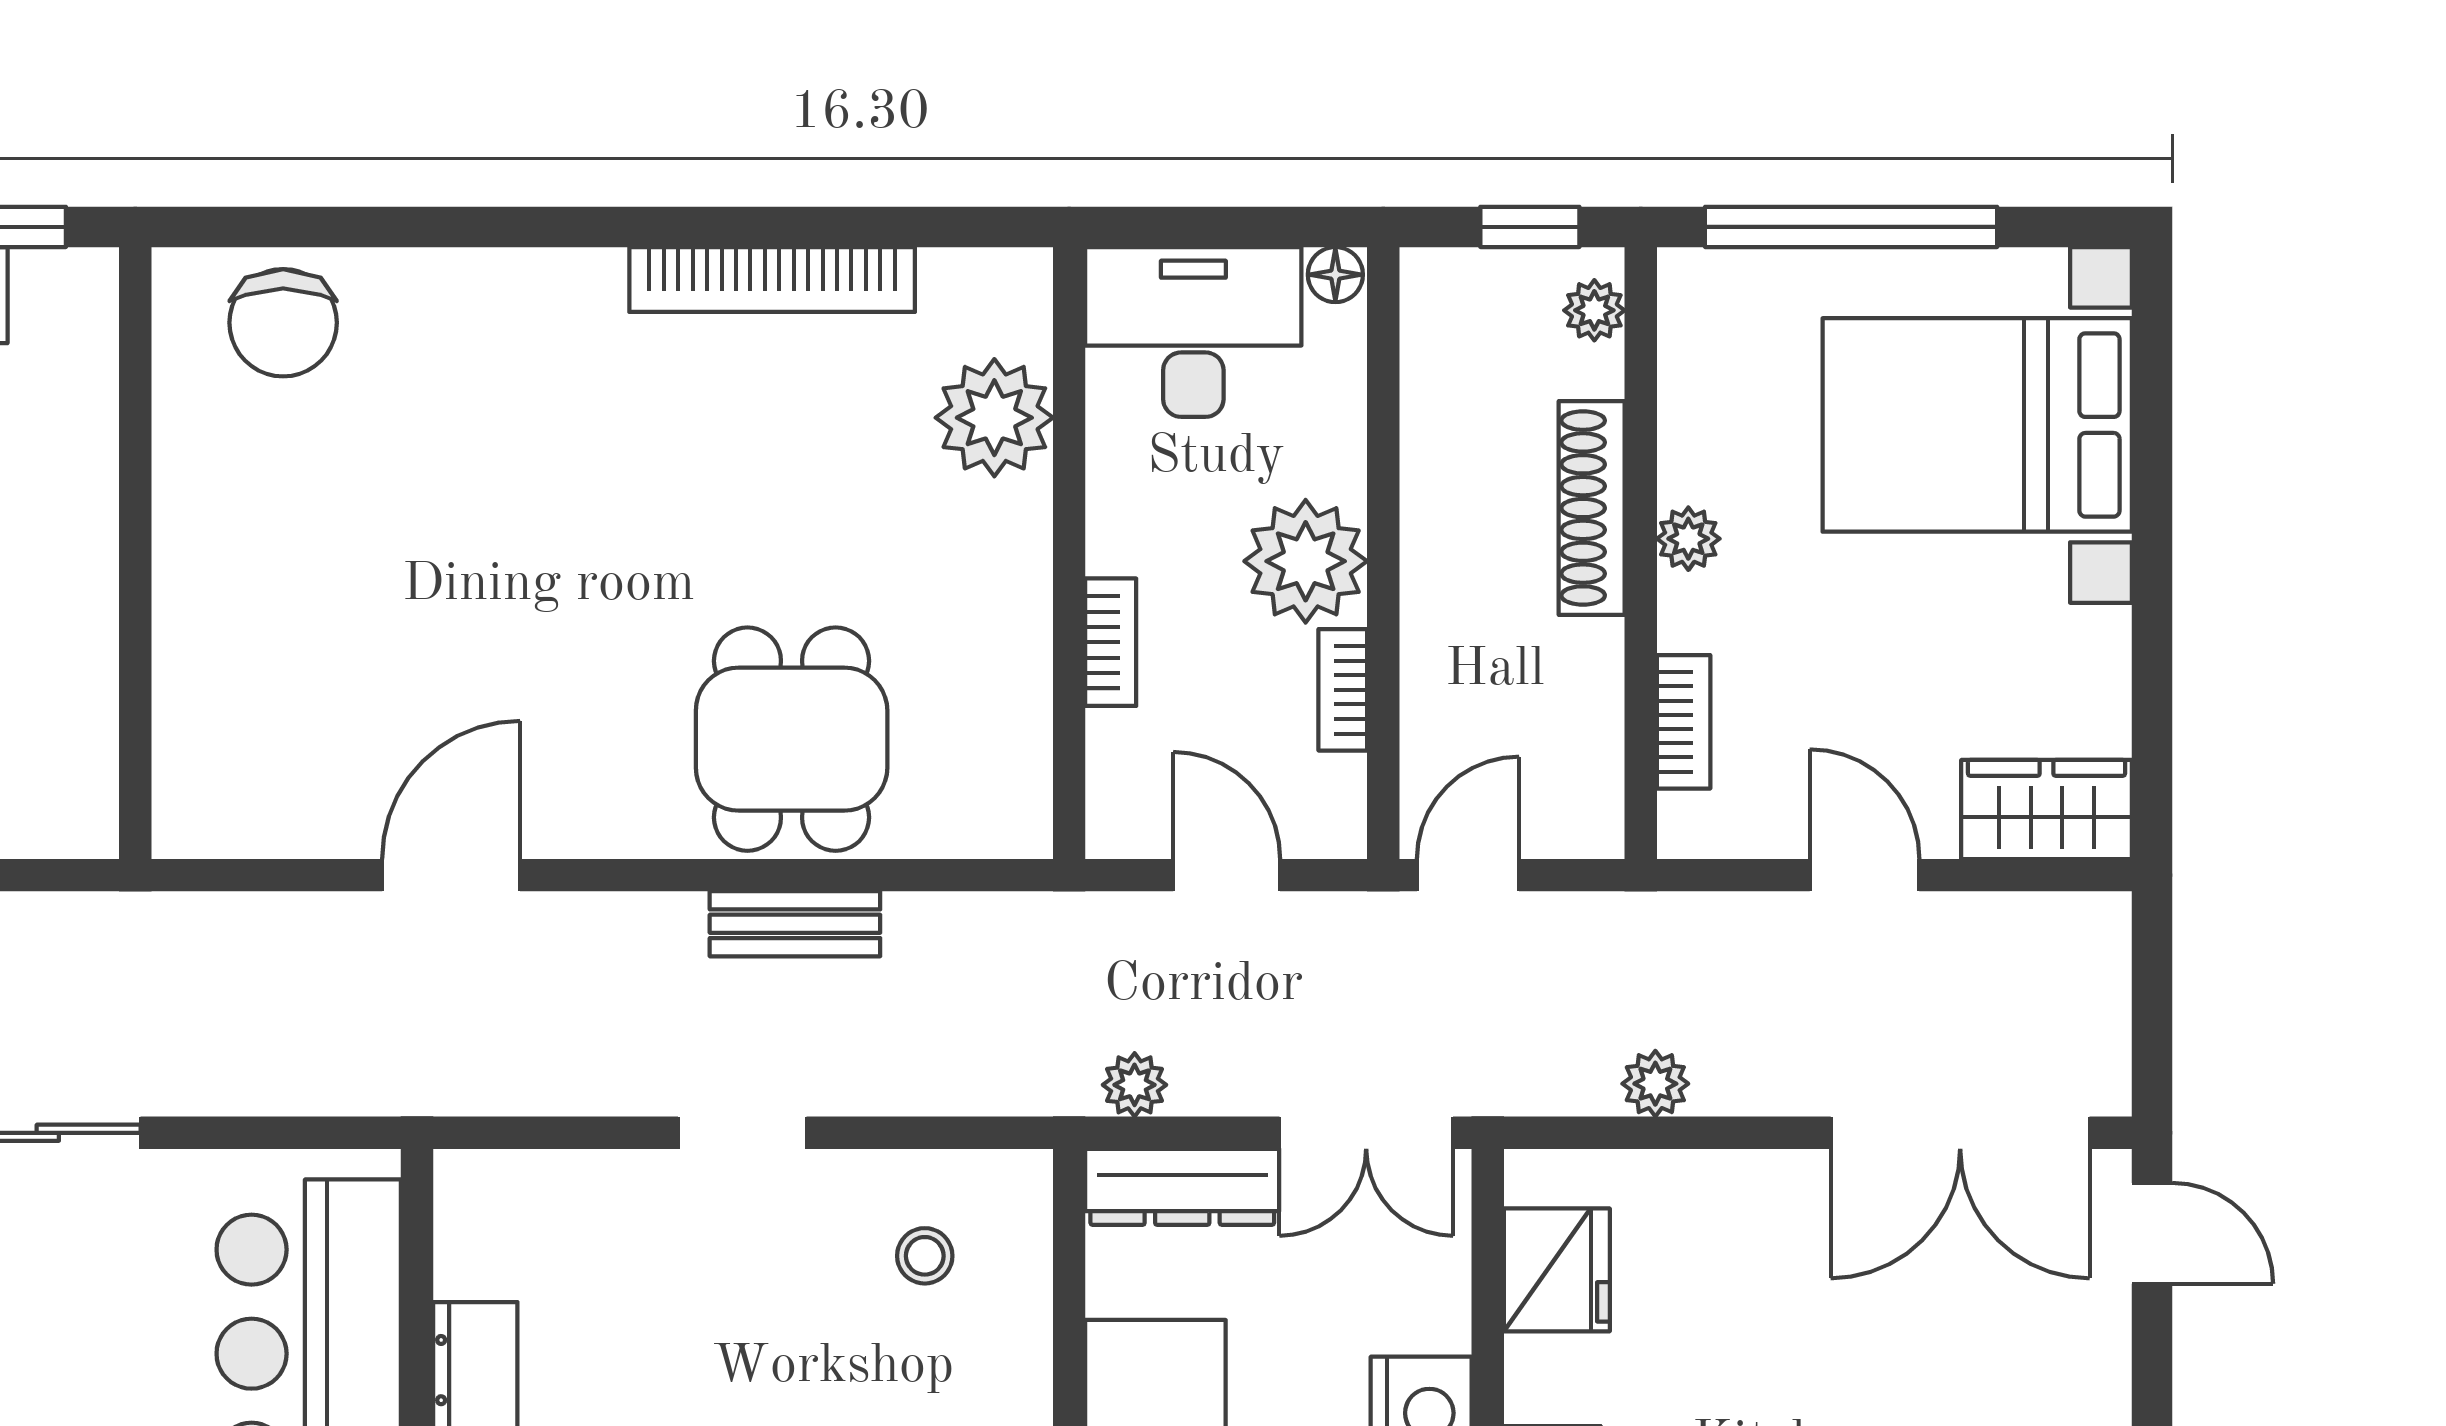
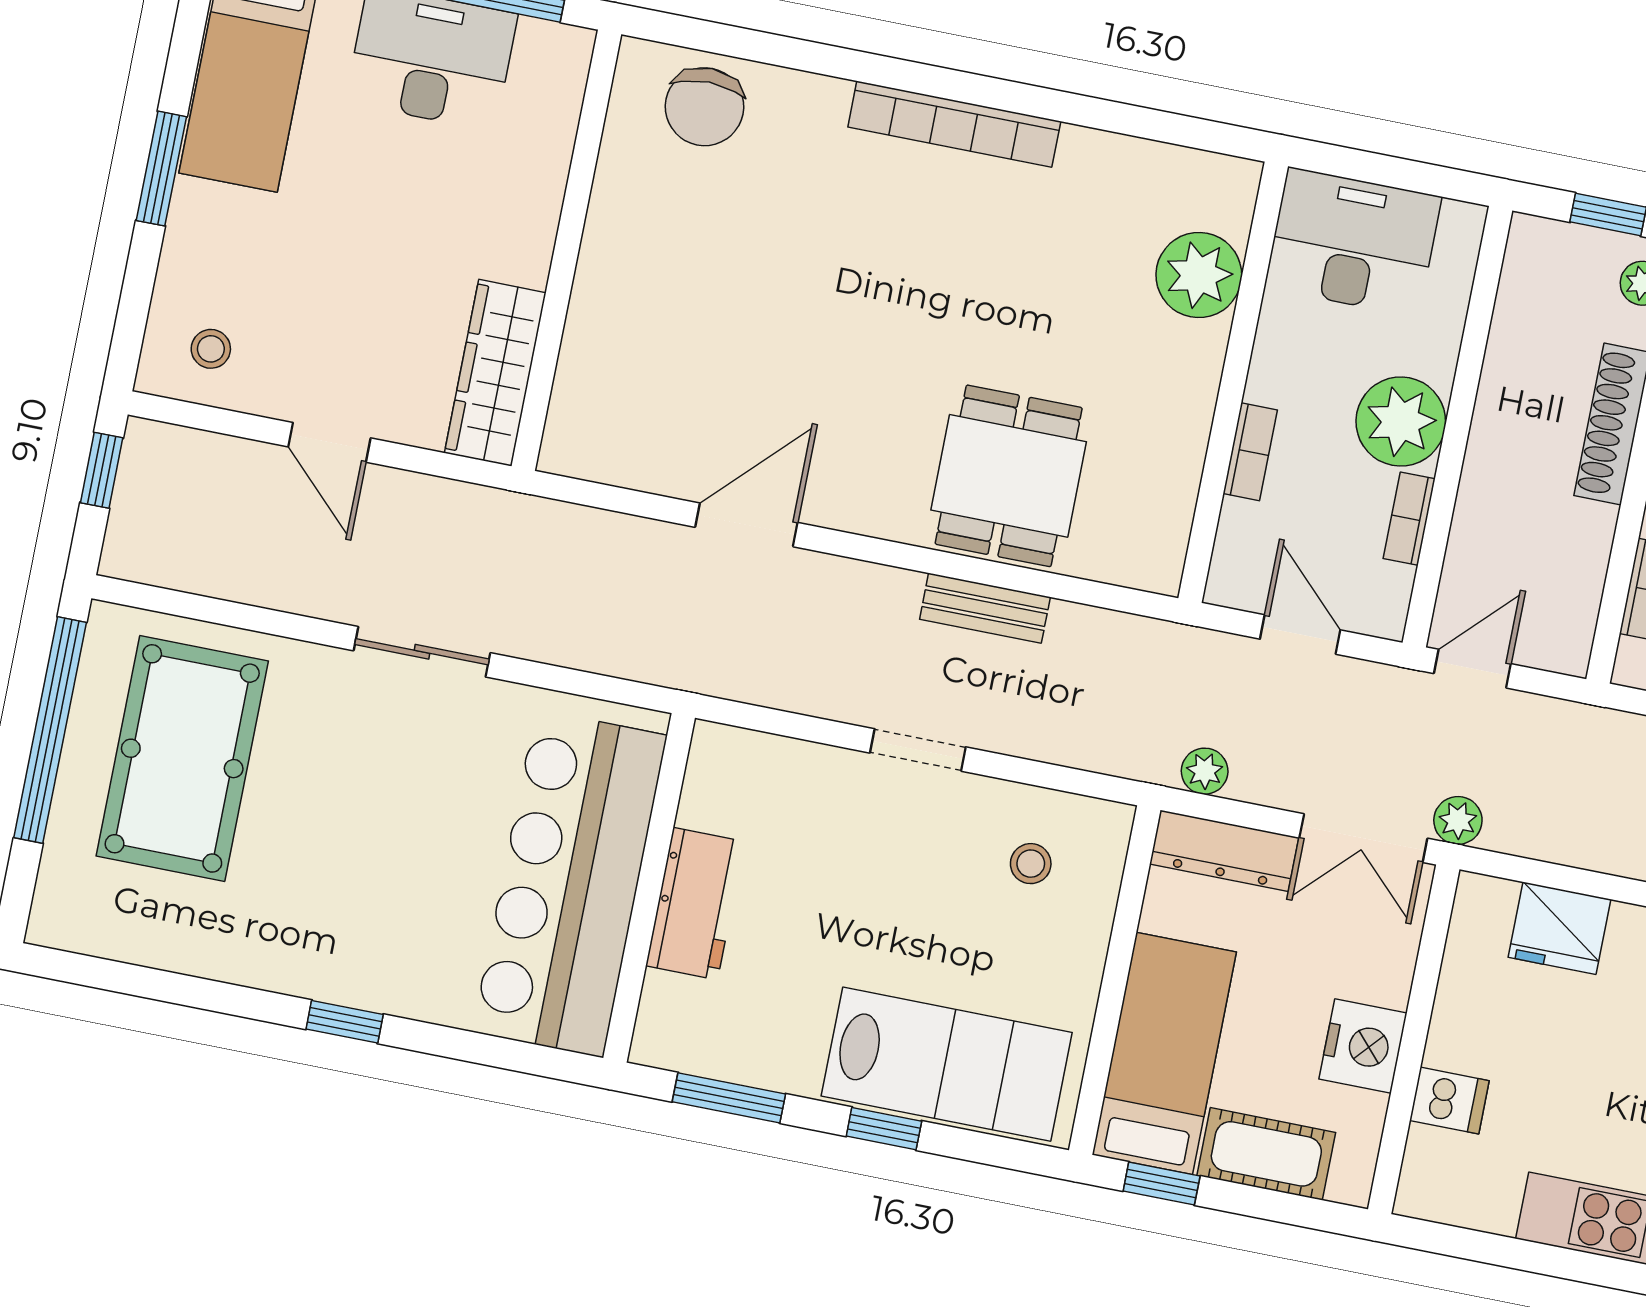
floor lamp: (1335, 275) -> (1463, 221), removed
bookcase: (772, 280) -> (954, 124), moved
wardrobe: (72, 737) -> (495, 373), added
plant: (1655, 1084) -> (1458, 820), moved
fridge: (1557, 1270) -> (1559, 928), moved, turned 90

